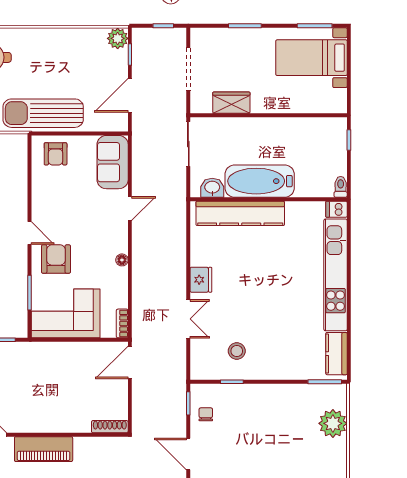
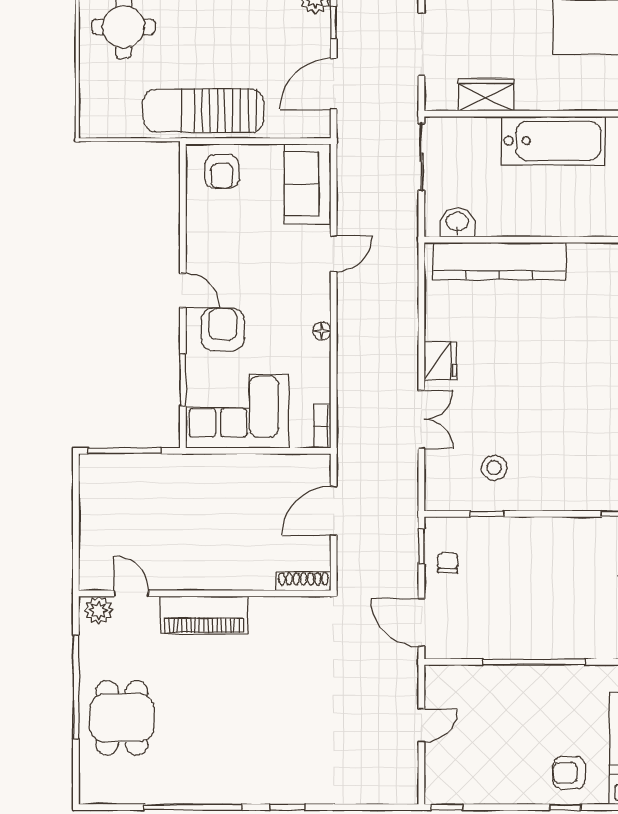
bathtub: (260, 181) -> (553, 141), moved, turned 180
door: (130, 362) -> (334, 511), moved

